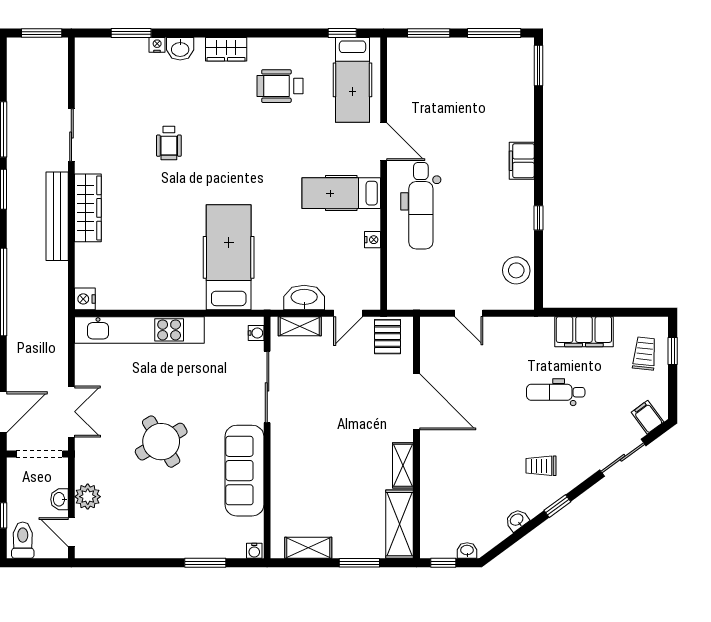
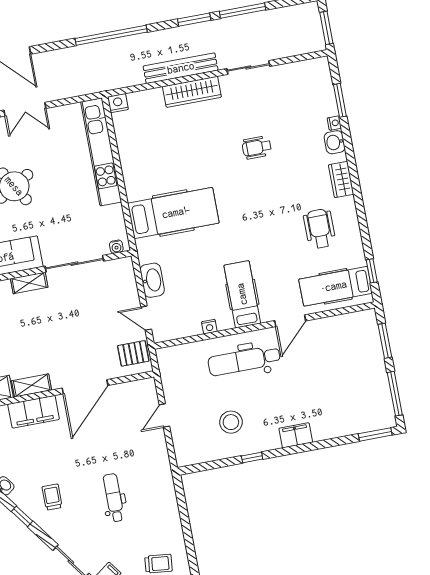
stool: (516, 270) -> (231, 422), moved
shelving: (300, 326) -> (29, 283), moved, turned 90
filing cabinet: (584, 332) -> (34, 412), moved, turned -90

